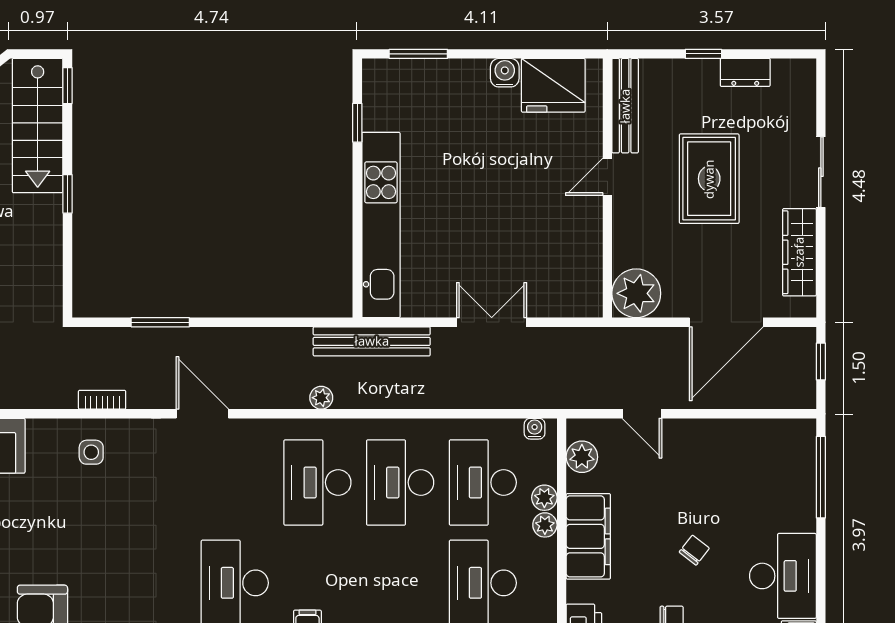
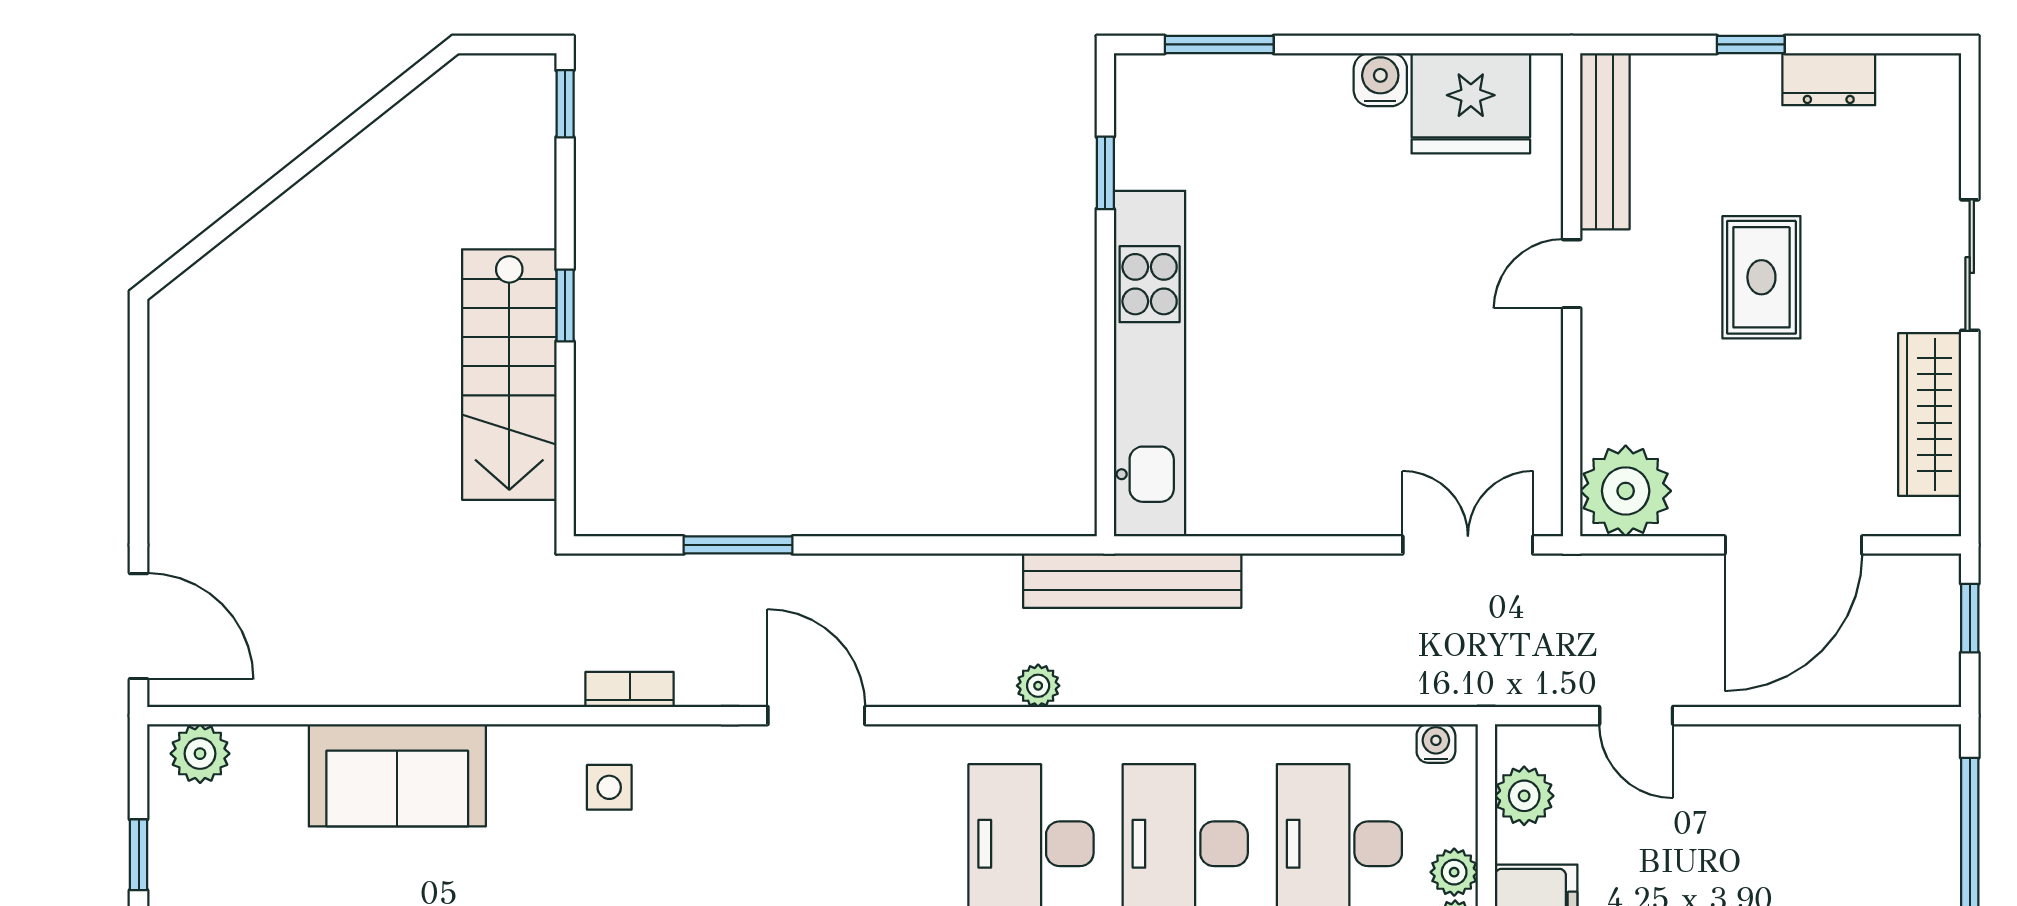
stairs: (38, 126) -> (509, 375), moved
rug: (709, 179) -> (1761, 277), width x0.73, depth x0.70
double door: (492, 322) -> (1468, 545), moved

